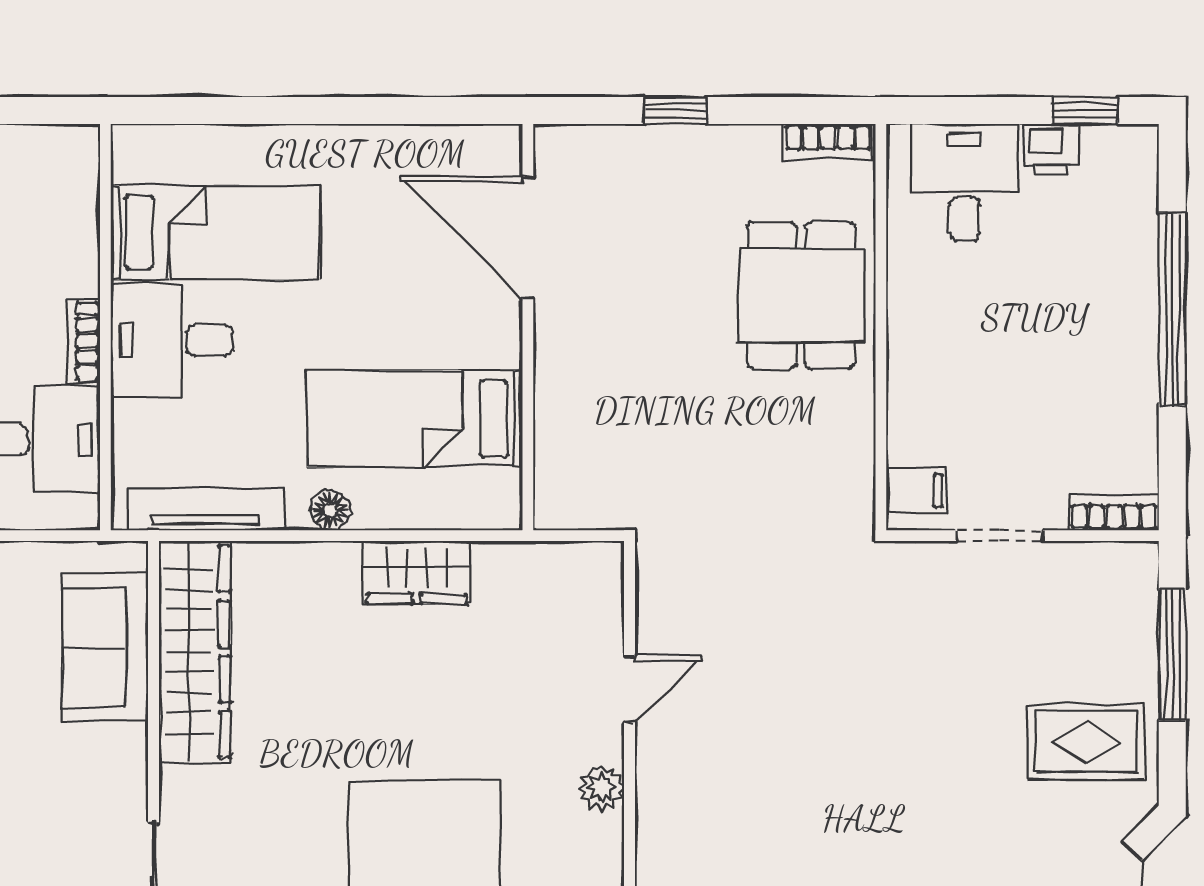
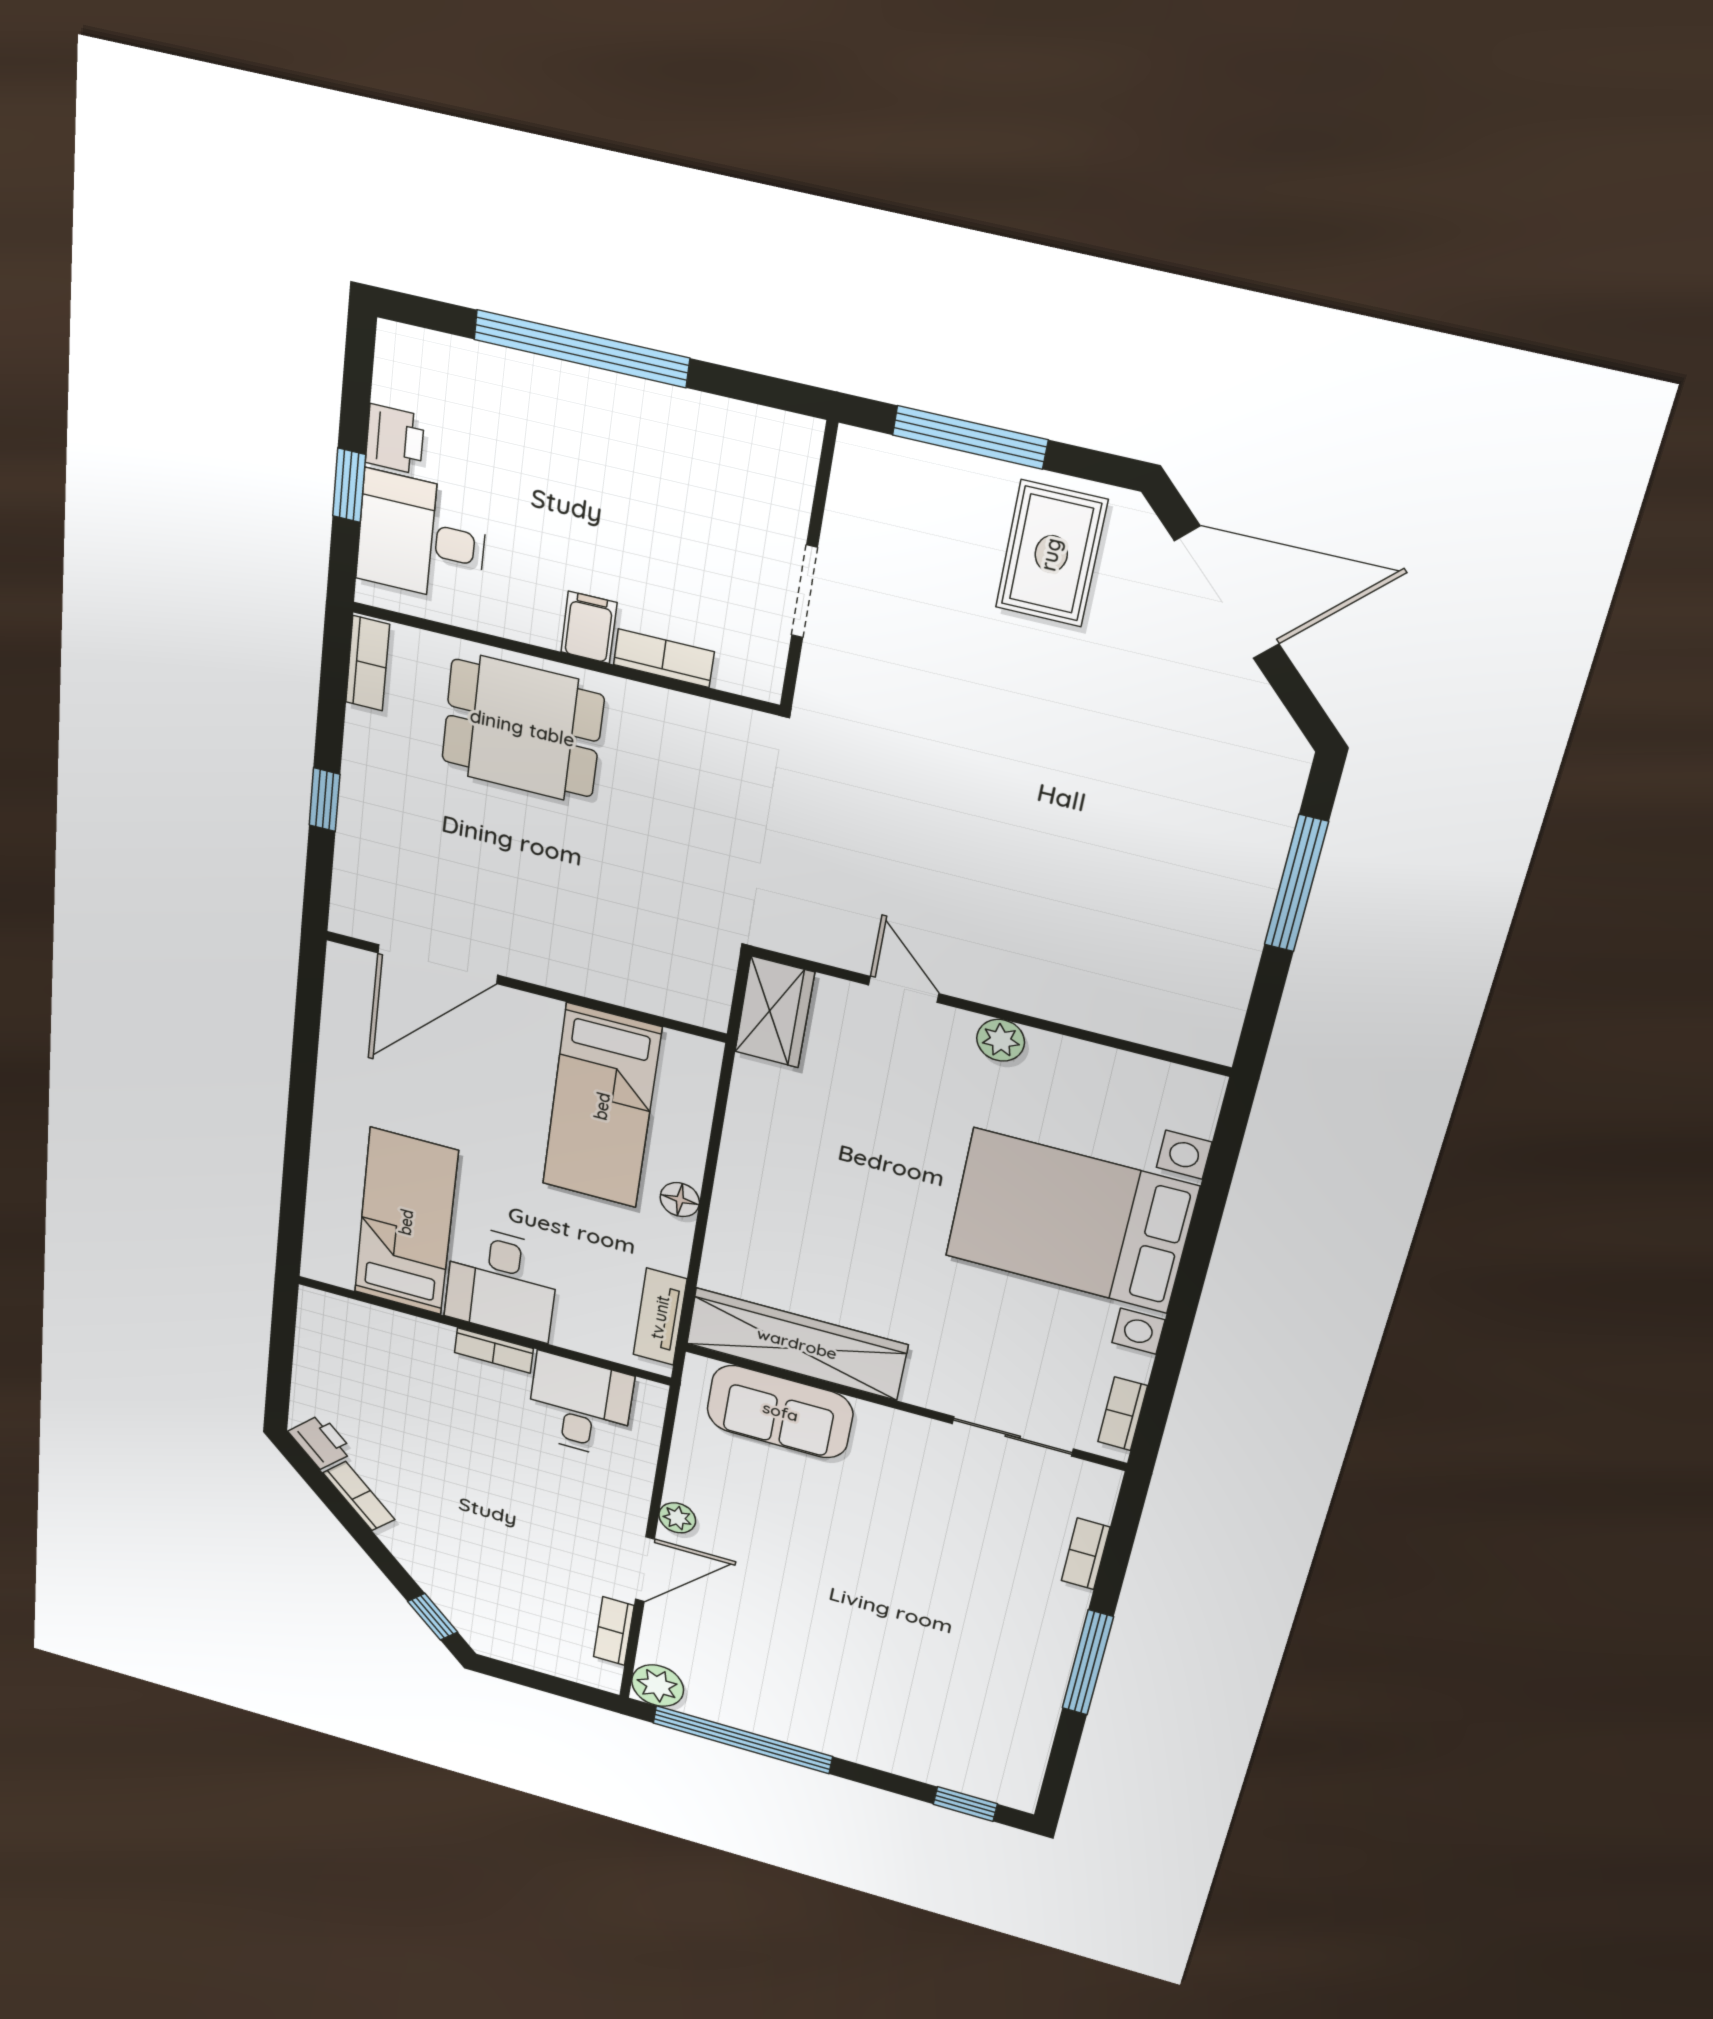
window: (1085, 110) -> (349, 485), moved
filing cabinet: (917, 491) -> (589, 627), moved
tv unit: (206, 509) -> (660, 1317), width x0.71
bookcase: (1114, 512) -> (664, 658), moved, turned 90
wardrobe: (417, 572) -> (775, 1012), moved

